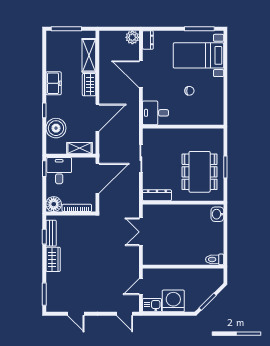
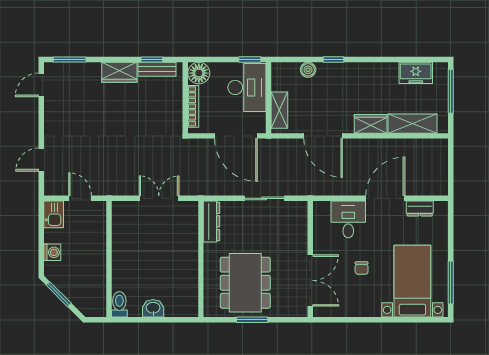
plant: (132, 37) -> (438, 186), removed
dresser: (148, 40) -> (420, 208), moved
freezer: (54, 83) -> (416, 73), moved
desk: (156, 113) -> (348, 219), moved
double door: (198, 127) -> (310, 280), added
boiler: (56, 128) -> (308, 70), width x0.54, depth x0.54
desk: (59, 171) -> (247, 87), width x1.37
dining table: (200, 172) -> (245, 283), turned 90
washbasin: (217, 214) -> (153, 308), moved
washing machine: (173, 301) -> (52, 252), width x0.53, depth x0.53
door: (76, 314) -> (41, 85), moved
door: (125, 314) -> (41, 160), moved

